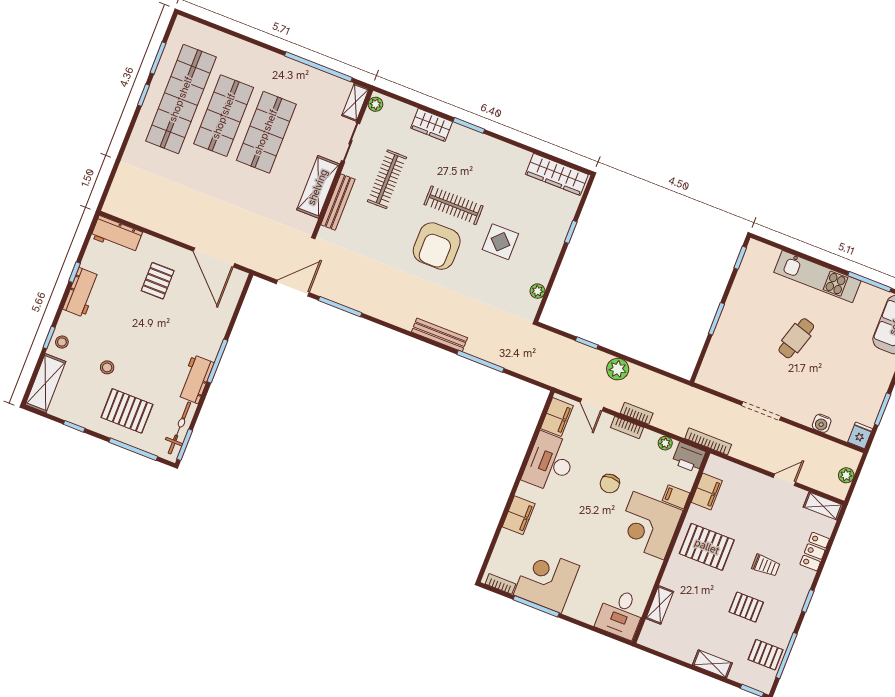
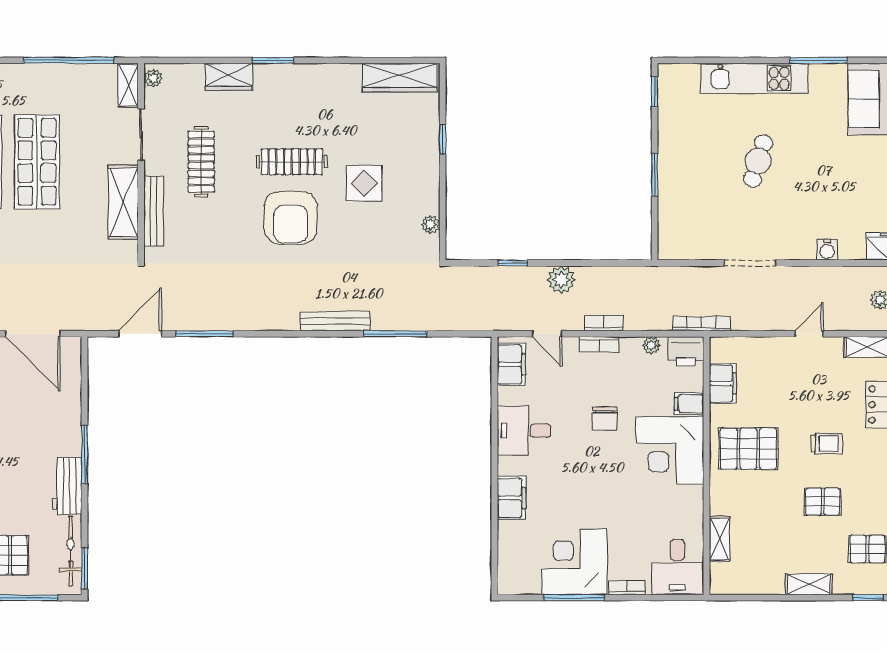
desk: (550, 463) -> (524, 431), width x0.73
bookcase: (500, 584) -> (627, 588), moved

